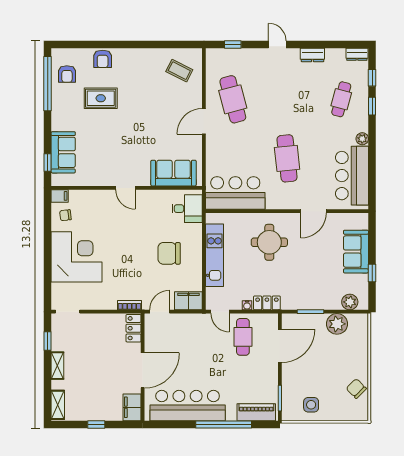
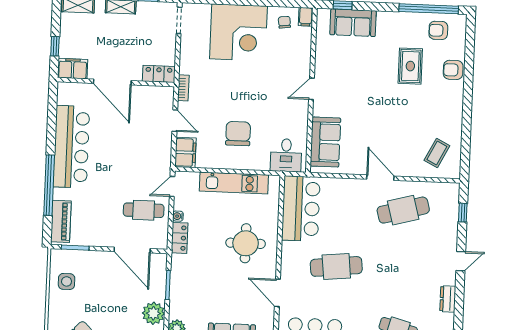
locker: (134, 328) -> (159, 74), moved
wall: (143, 367) -> (116, 82), moved
door: (143, 370) -> (112, 82), moved
filing cabinet: (132, 407) -> (73, 69), moved

